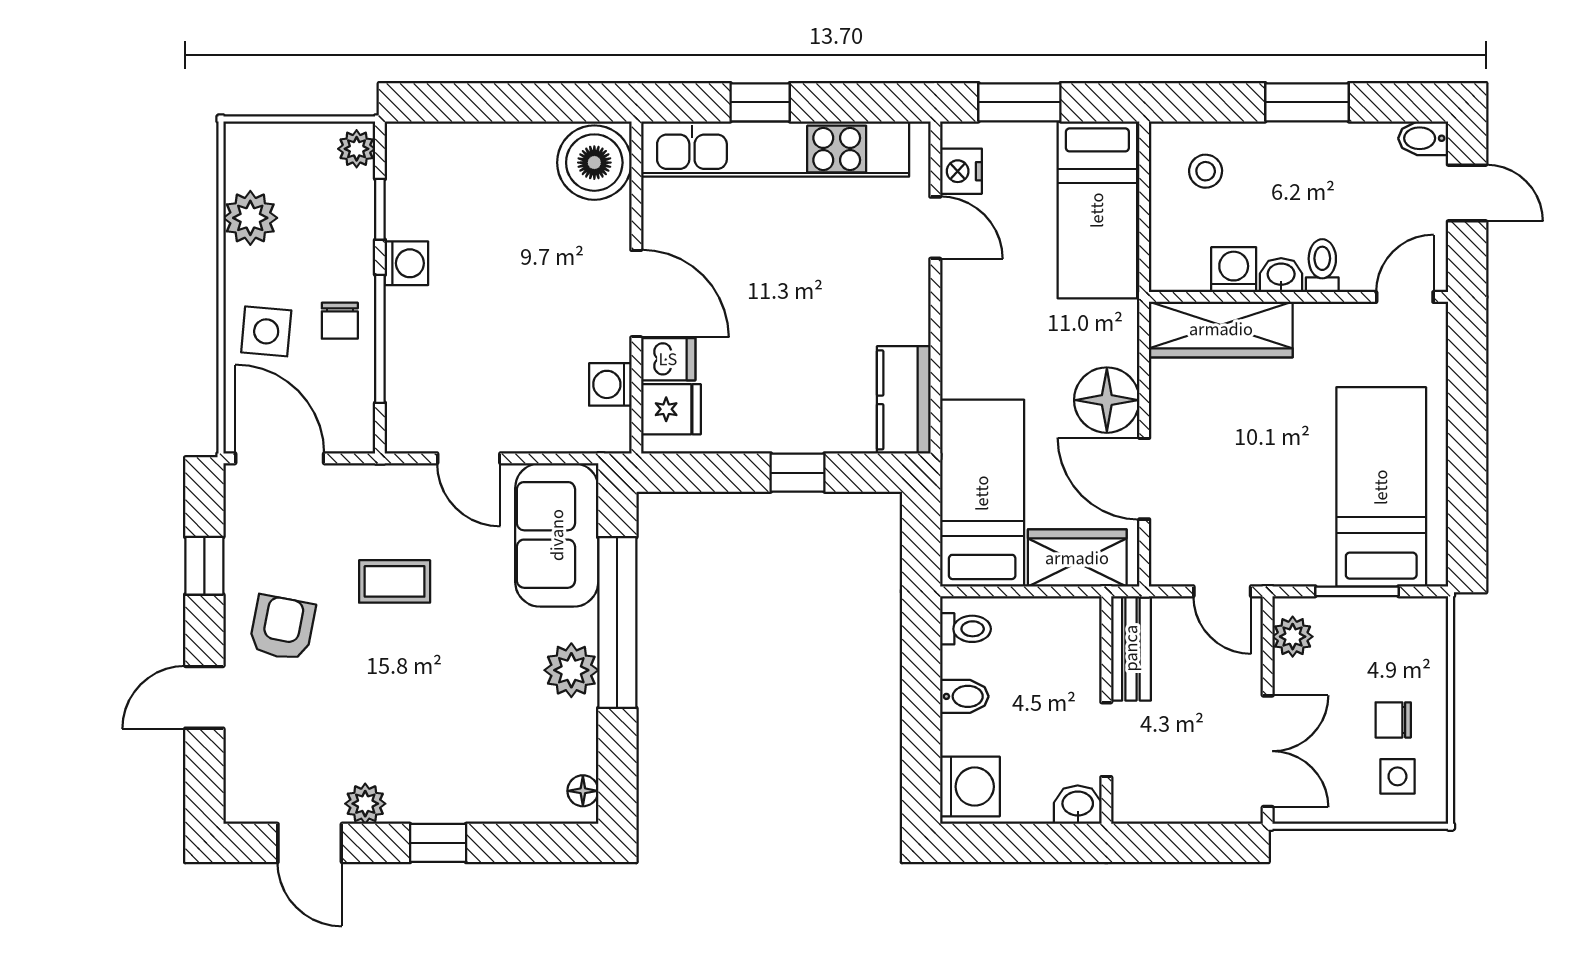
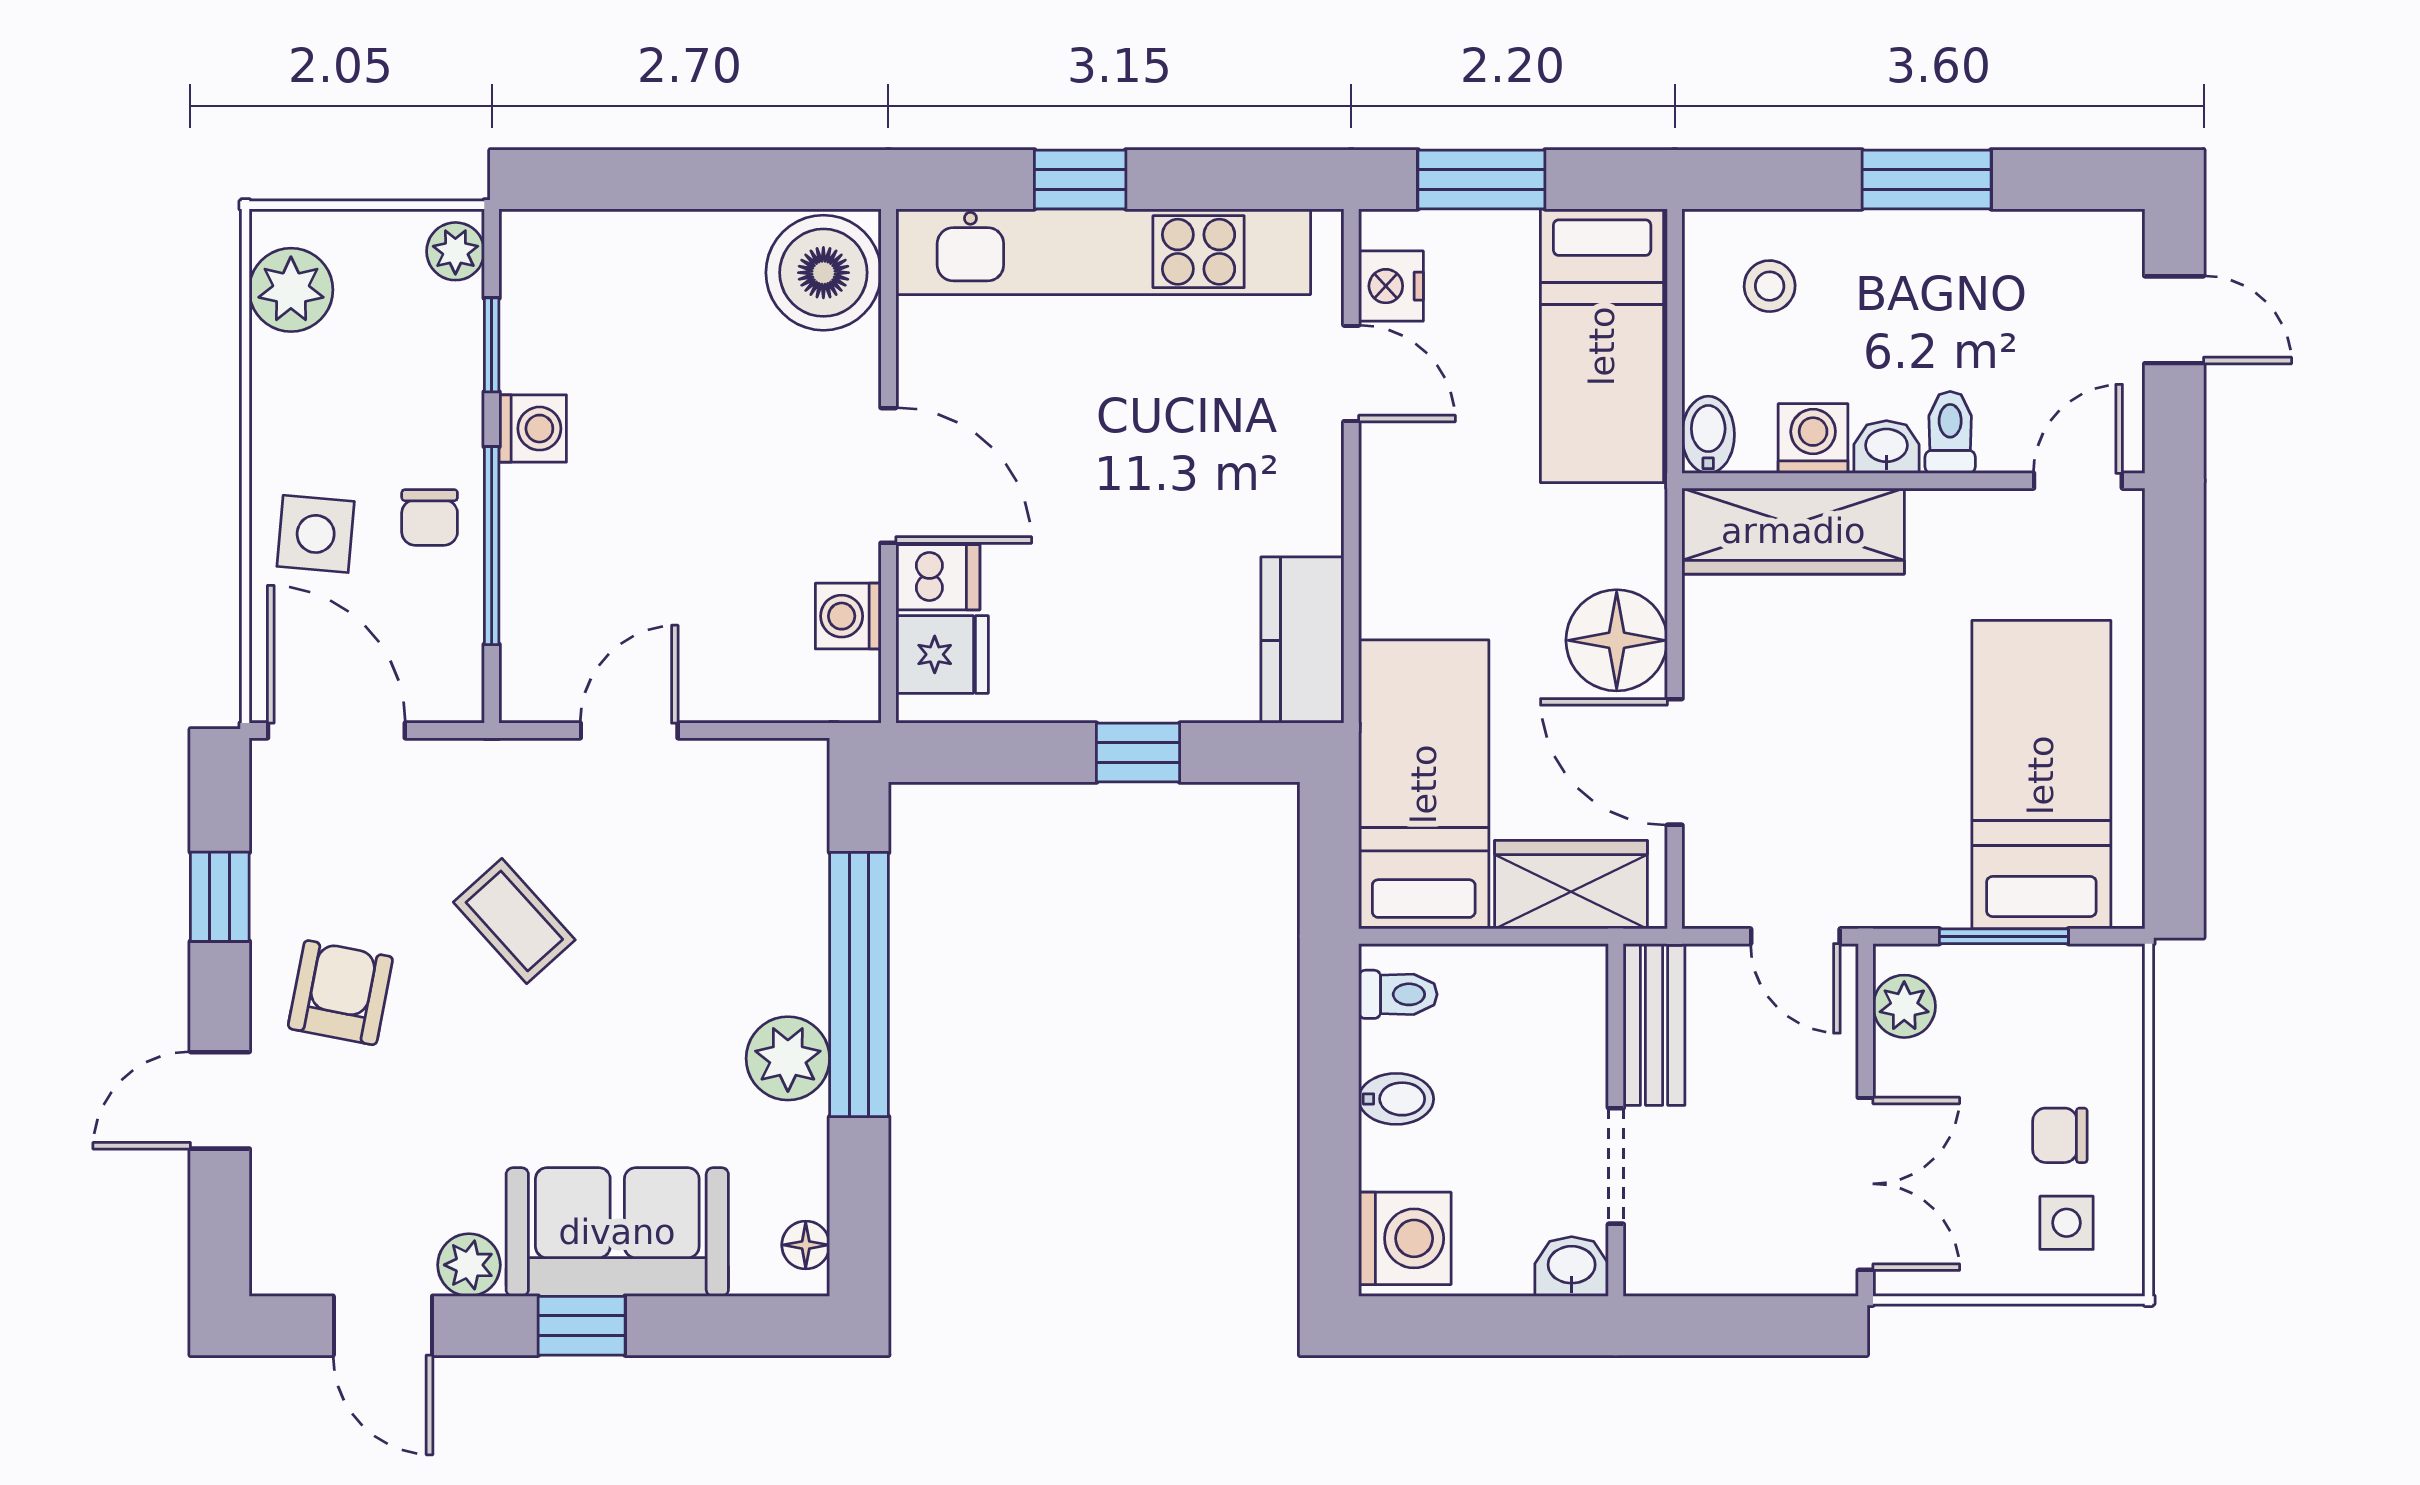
bidet: (1423, 138) -> (1708, 435), moved, turned 90
plant: (250, 218) -> (291, 290), moved
door: (469, 458) -> (629, 731), swing flipped
sofa: (557, 535) -> (617, 1232), moved, turned 90
coffee table: (395, 581) -> (514, 921), turned 48

